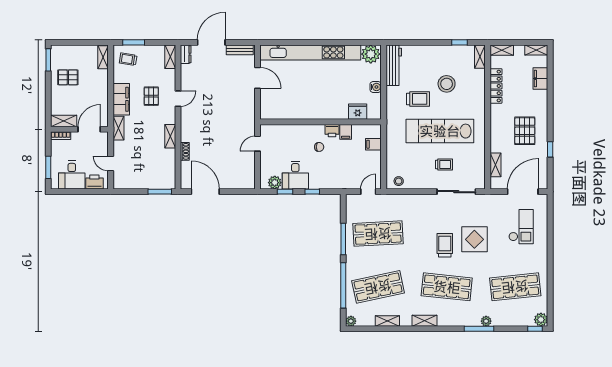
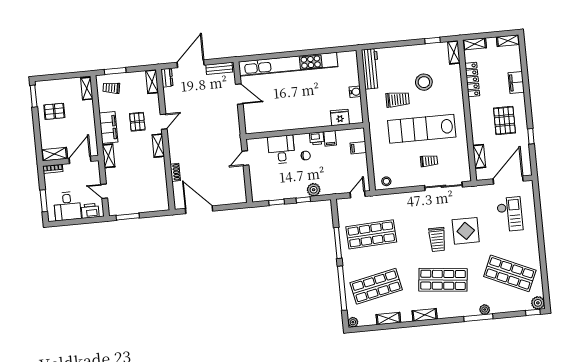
plant: (371, 54) -> (347, 60), removed
filing cabinet: (540, 79) -> (516, 82), moved
shelving: (170, 136) -> (158, 146), moved
desk: (295, 175) -> (281, 149), moved, turned 180
plant: (275, 183) -> (314, 190), moved
window: (160, 192) -> (128, 217), moved
trolley: (445, 245) -> (437, 239), turned 180
shop shelf: (515, 287) -> (510, 273), turned 30

